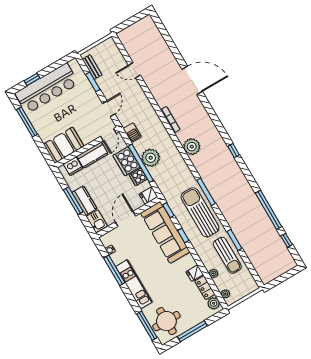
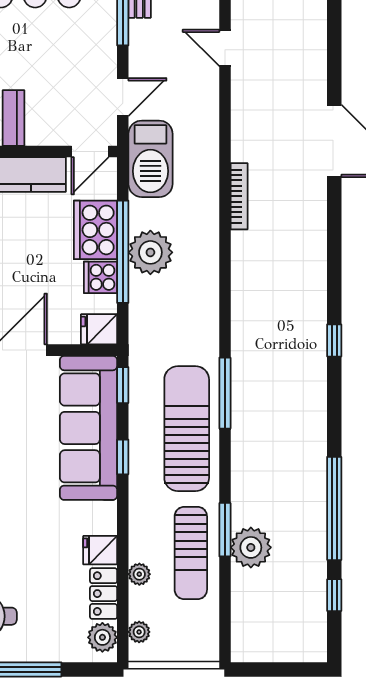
barbecue: (132, 133) -> (150, 159), width x1.88, depth x1.53
plant: (192, 147) -> (251, 547), moved

